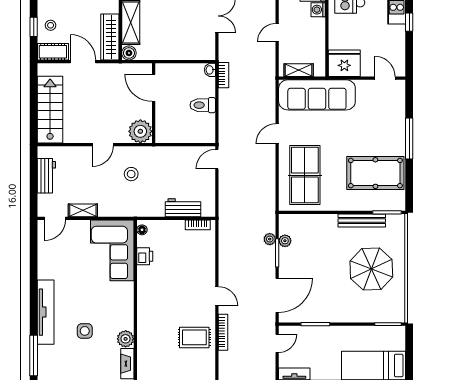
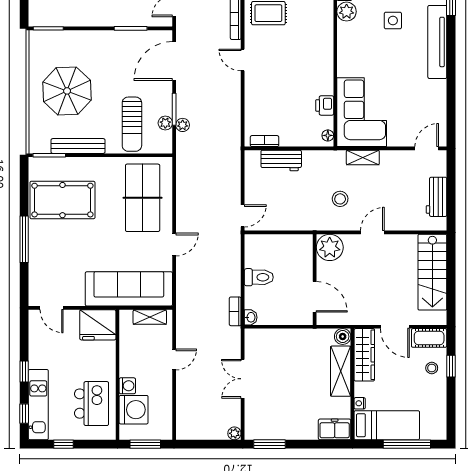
shelving: (83, 210) -> (363, 158), moved
sun lounger: (314, 240) -> (132, 124), added

